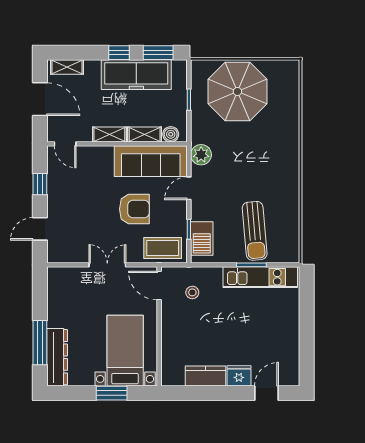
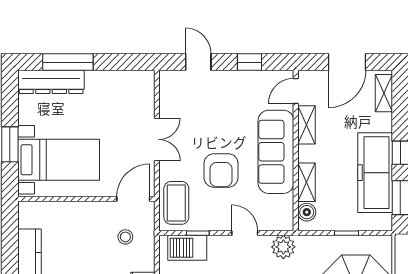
shelving: (109, 135) -> (306, 125), moved
sofa: (151, 161) -> (276, 152), moved

